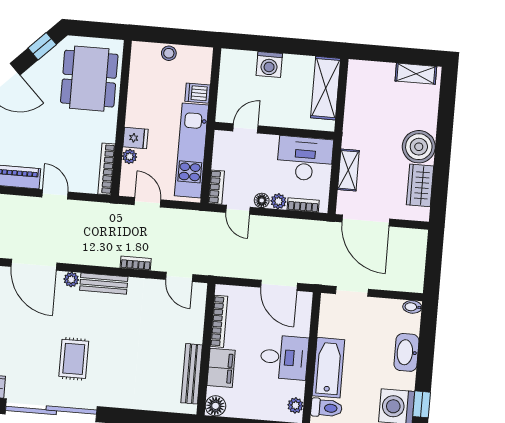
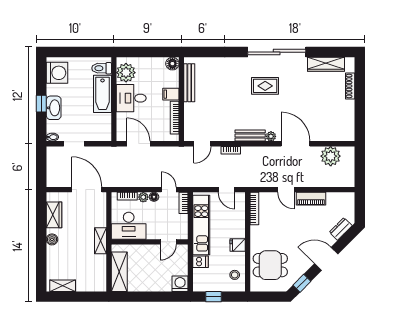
window: (182, 37) -> (214, 297), added
stool: (169, 53) -> (235, 275), moved
washing machine: (269, 65) -> (180, 284), moved
dining table: (89, 79) -> (270, 265), width x0.73
fridge: (136, 138) -> (238, 245), moved
boiler: (419, 147) -> (52, 239), width x0.54, depth x0.54
plant: (130, 157) -> (240, 218), removed
shelving: (348, 170) -> (100, 241), moved
door: (179, 277) -> (202, 144), swing flipped
doorway: (352, 291) -> (74, 144), moved
rug: (74, 359) -> (265, 86), turned 90
filing cabinet: (221, 368) -> (171, 94), width x0.50
window: (422, 404) -> (41, 104), moved
plant: (295, 405) -> (126, 73), width x1.87, depth x1.87

